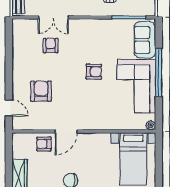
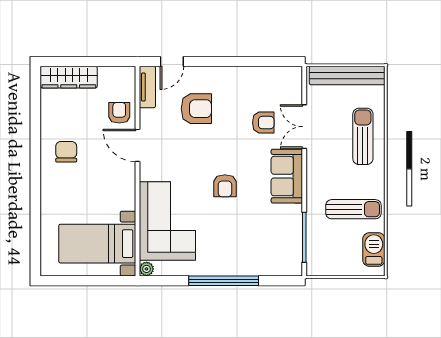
sofa: (145, 40) -> (287, 176), moved, turned -90
corner sofa: (136, 86) -> (167, 221), moved, turned 90
tv unit: (26, 125) -> (147, 87), added

